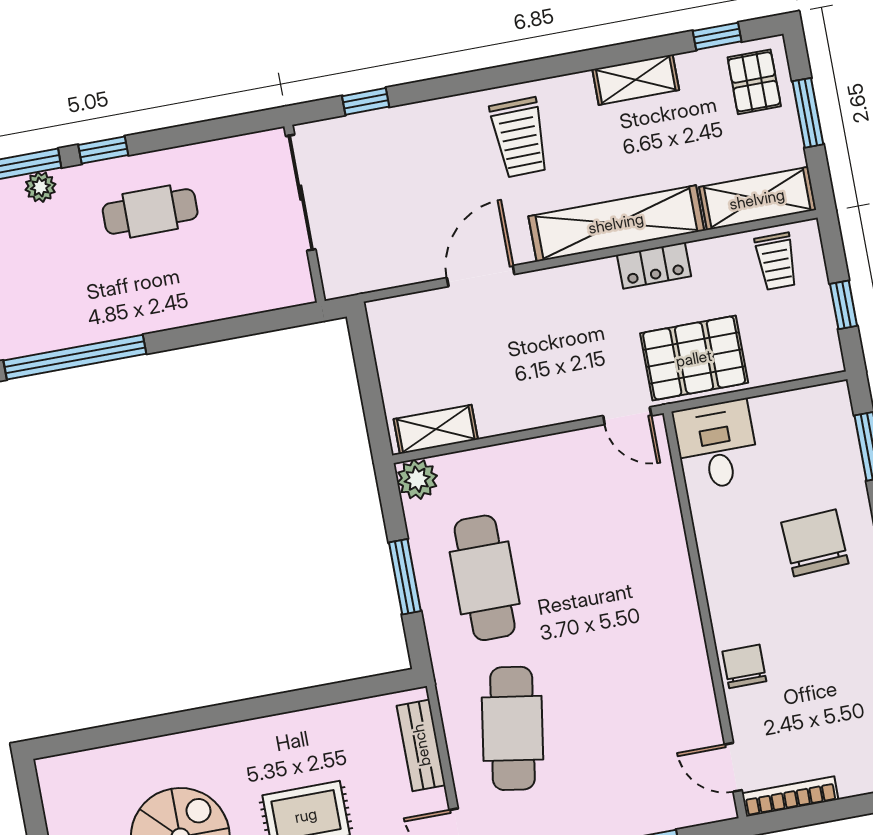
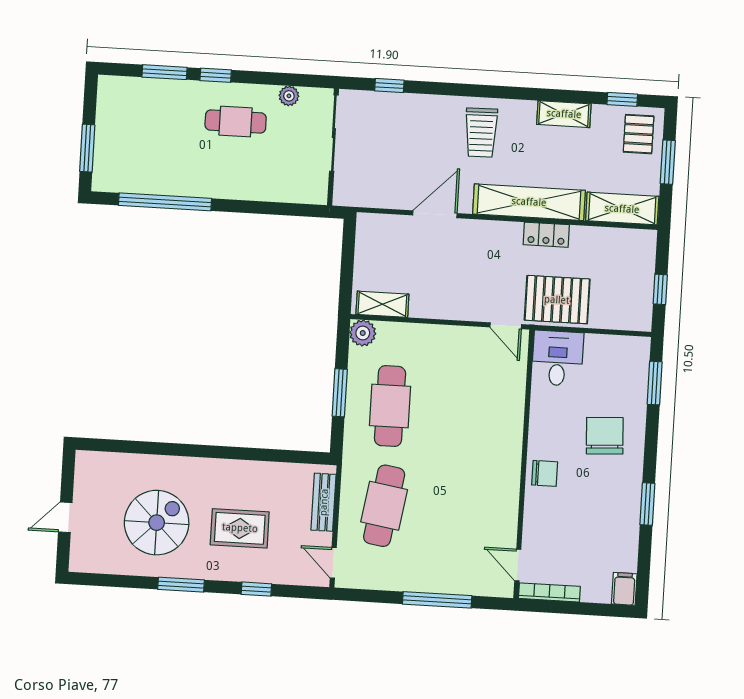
plant: (40, 187) -> (289, 96), moved
trolley: (776, 261) -> (624, 251), removed
chair: (744, 666) -> (545, 473), moved, turned 90

